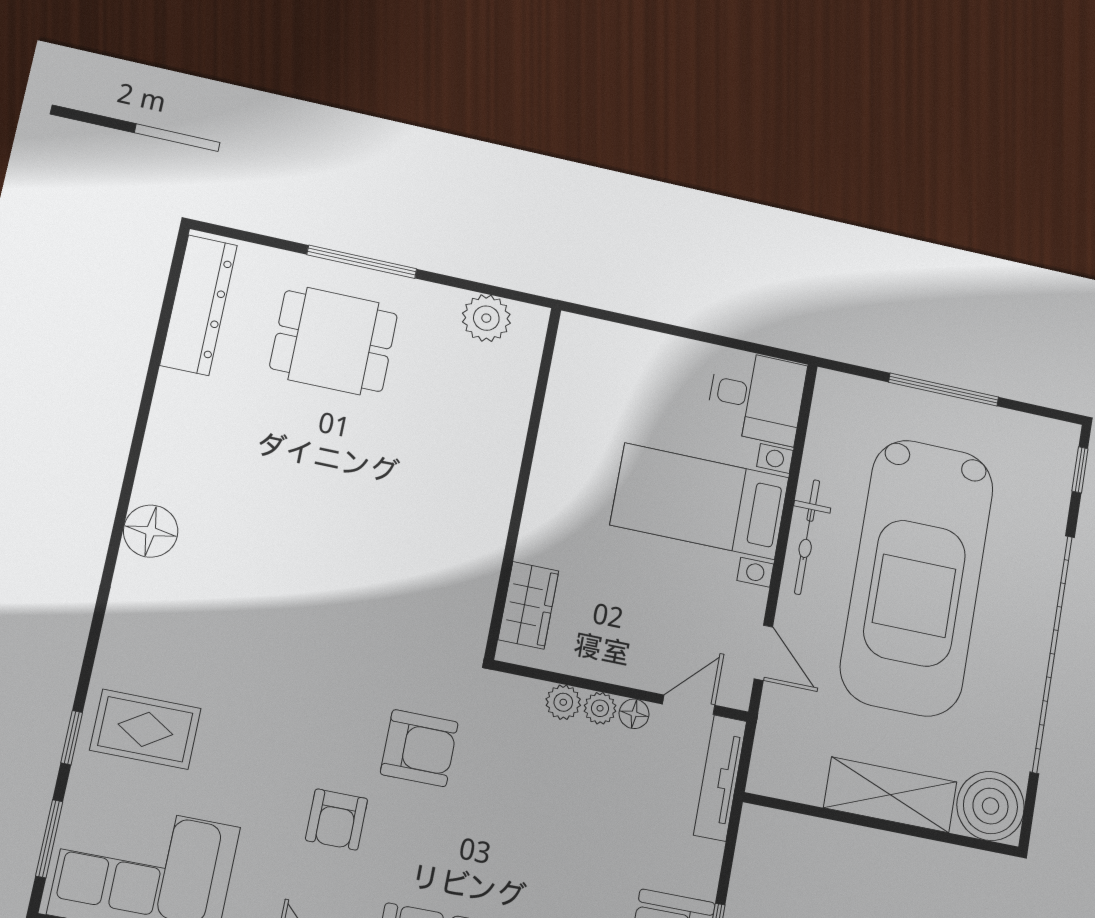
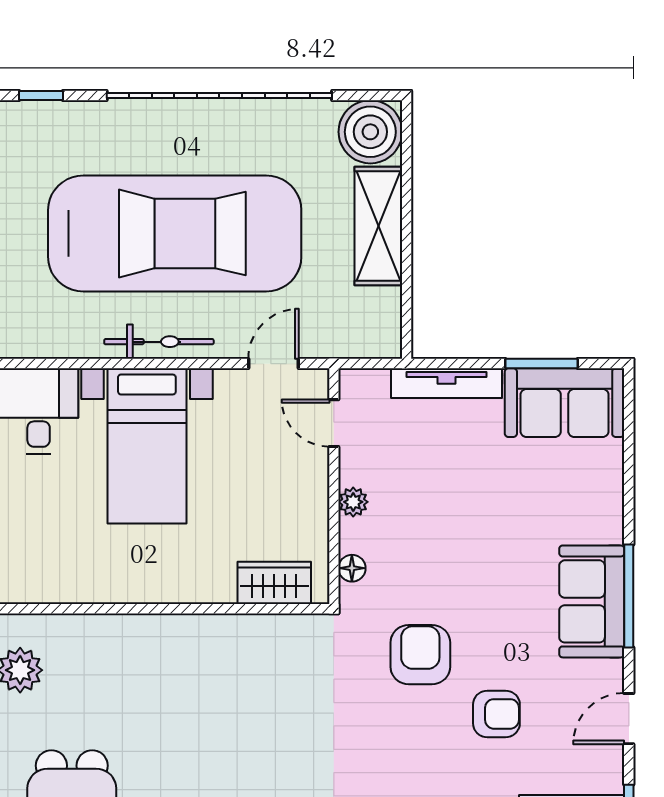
plant: (563, 702) -> (354, 536), removed
floor lamp: (634, 714) -> (352, 568), moved
tv unit: (720, 778) -> (446, 383), moved

